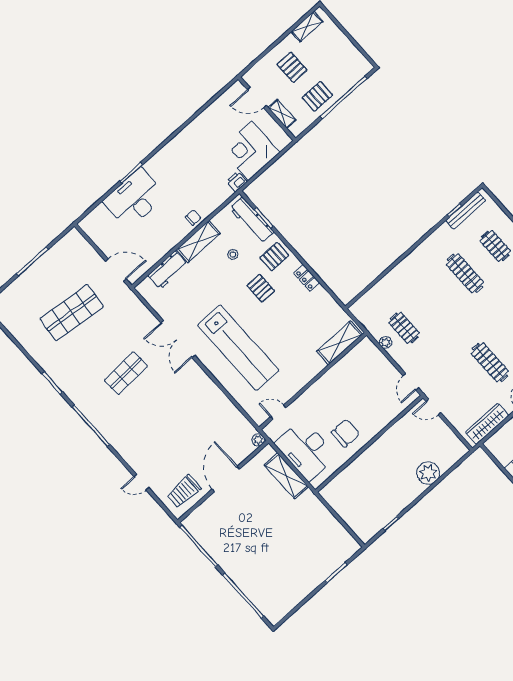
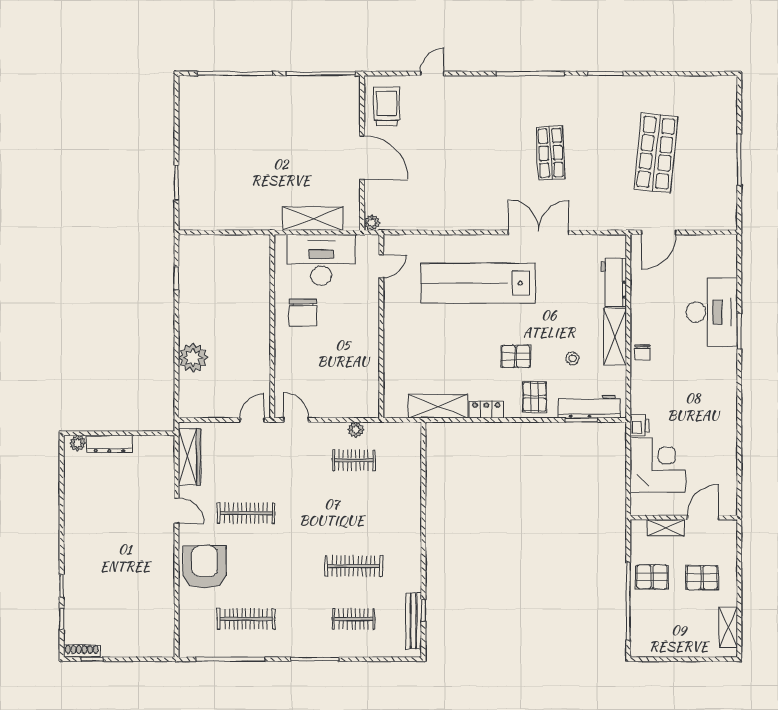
pallet: (317, 96) -> (652, 577), turned 90
shelving: (340, 343) -> (438, 406), moved, turned 90

